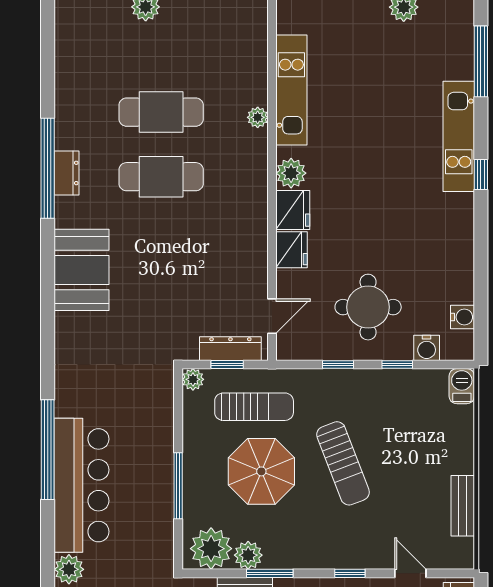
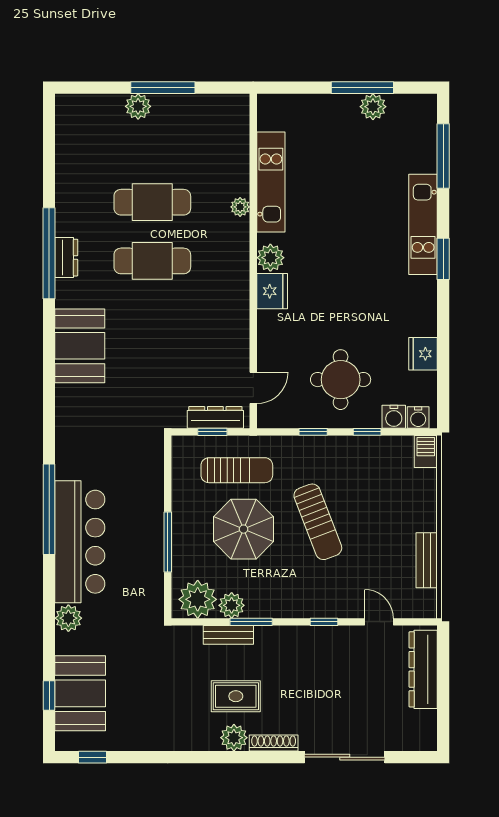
window: (481, 174) -> (443, 259), width x1.50
fridge: (292, 250) -> (423, 354), moved, turned 180
water cooler: (462, 317) -> (418, 418), moved, turned 90
plant: (193, 379) -> (181, 445), removed

